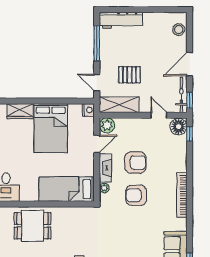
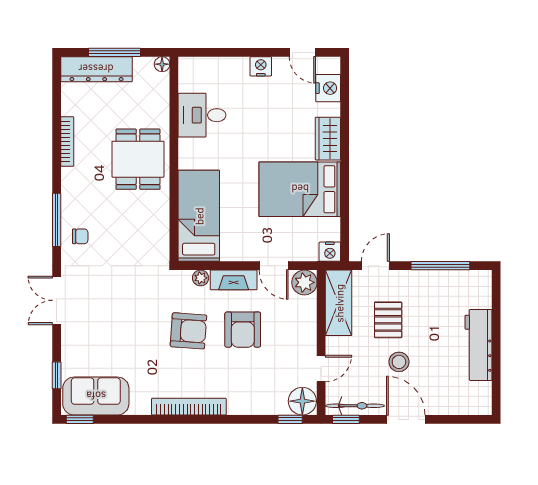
workbench: (121, 20) -> (479, 345), moved
stool: (179, 30) -> (399, 362), moved
armchair: (136, 195) -> (188, 331), turned 94

